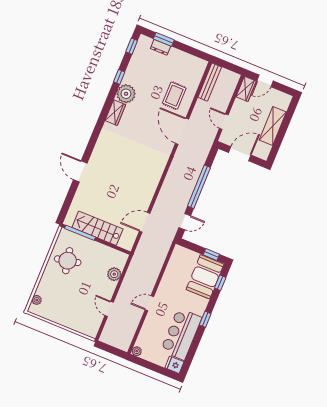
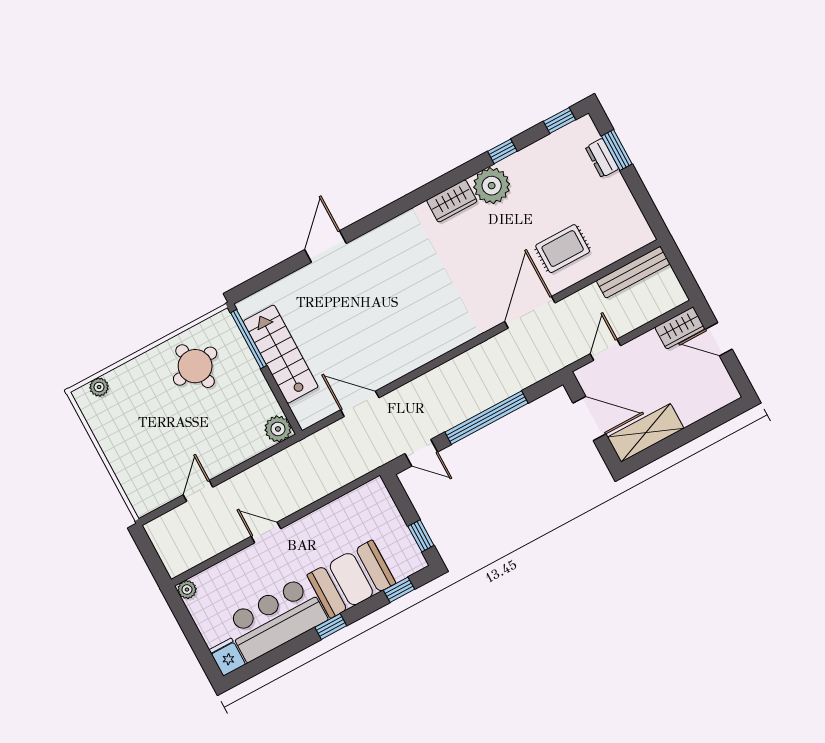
shelving: (273, 126) -> (646, 433), moved
plant: (114, 274) -> (278, 429), moved
booth: (205, 277) -> (351, 579), moved

